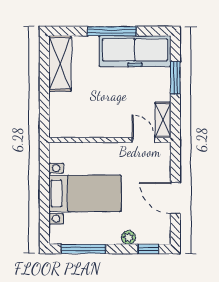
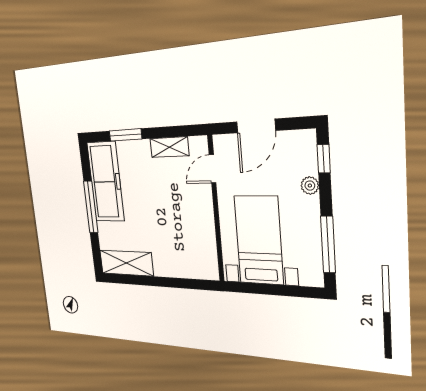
wall: (110, 140) -> (216, 210), moved
door: (143, 140) -> (213, 169), moved

